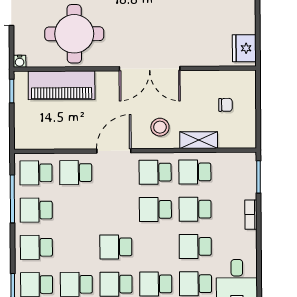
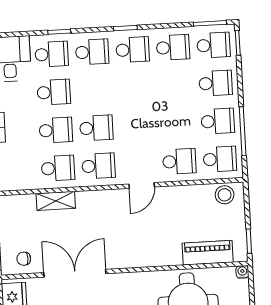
double door: (150, 69) -> (75, 273), moved
piano: (62, 85) -> (208, 253), width x0.73, depth x0.75
chair: (225, 105) -> (24, 259), moved
stool: (160, 127) -> (225, 195), moved
door: (114, 151) -> (142, 185), width x0.73
school desk: (116, 247) -> (135, 88), removed

